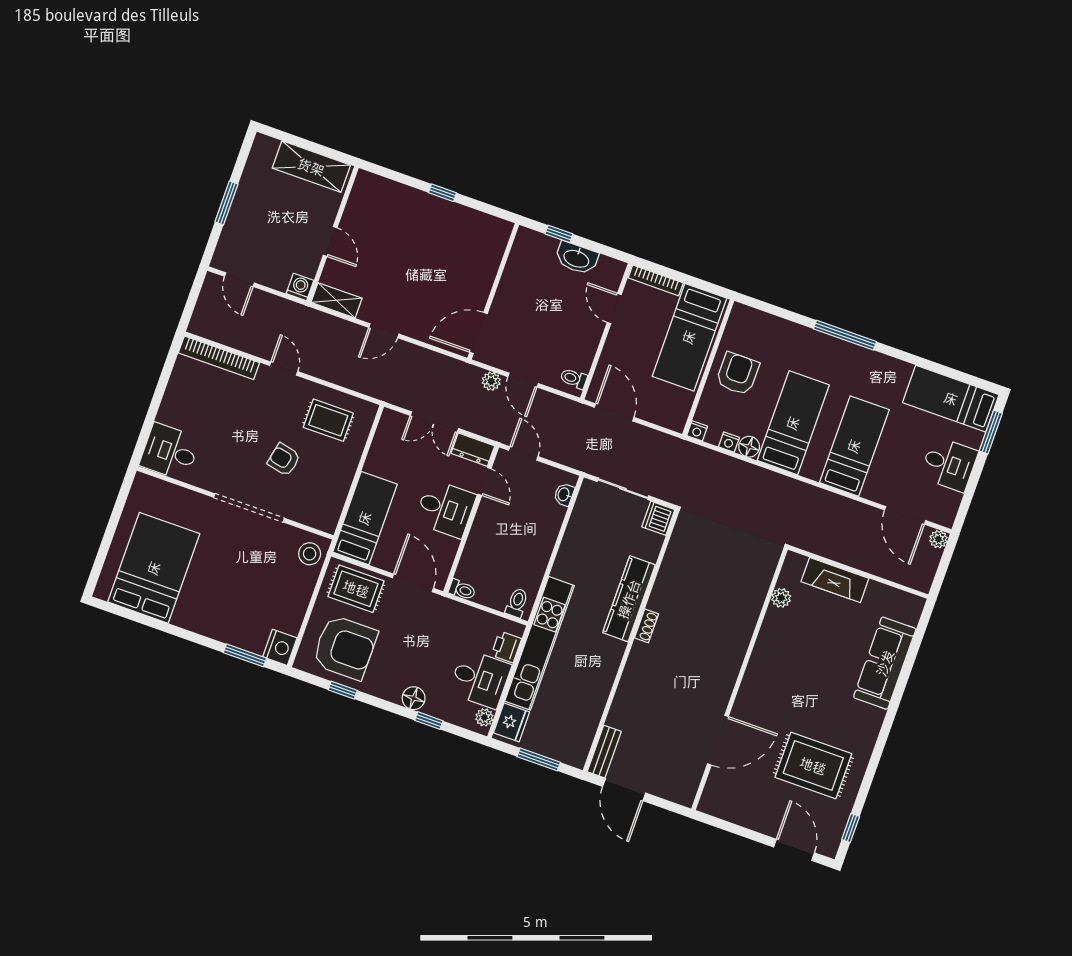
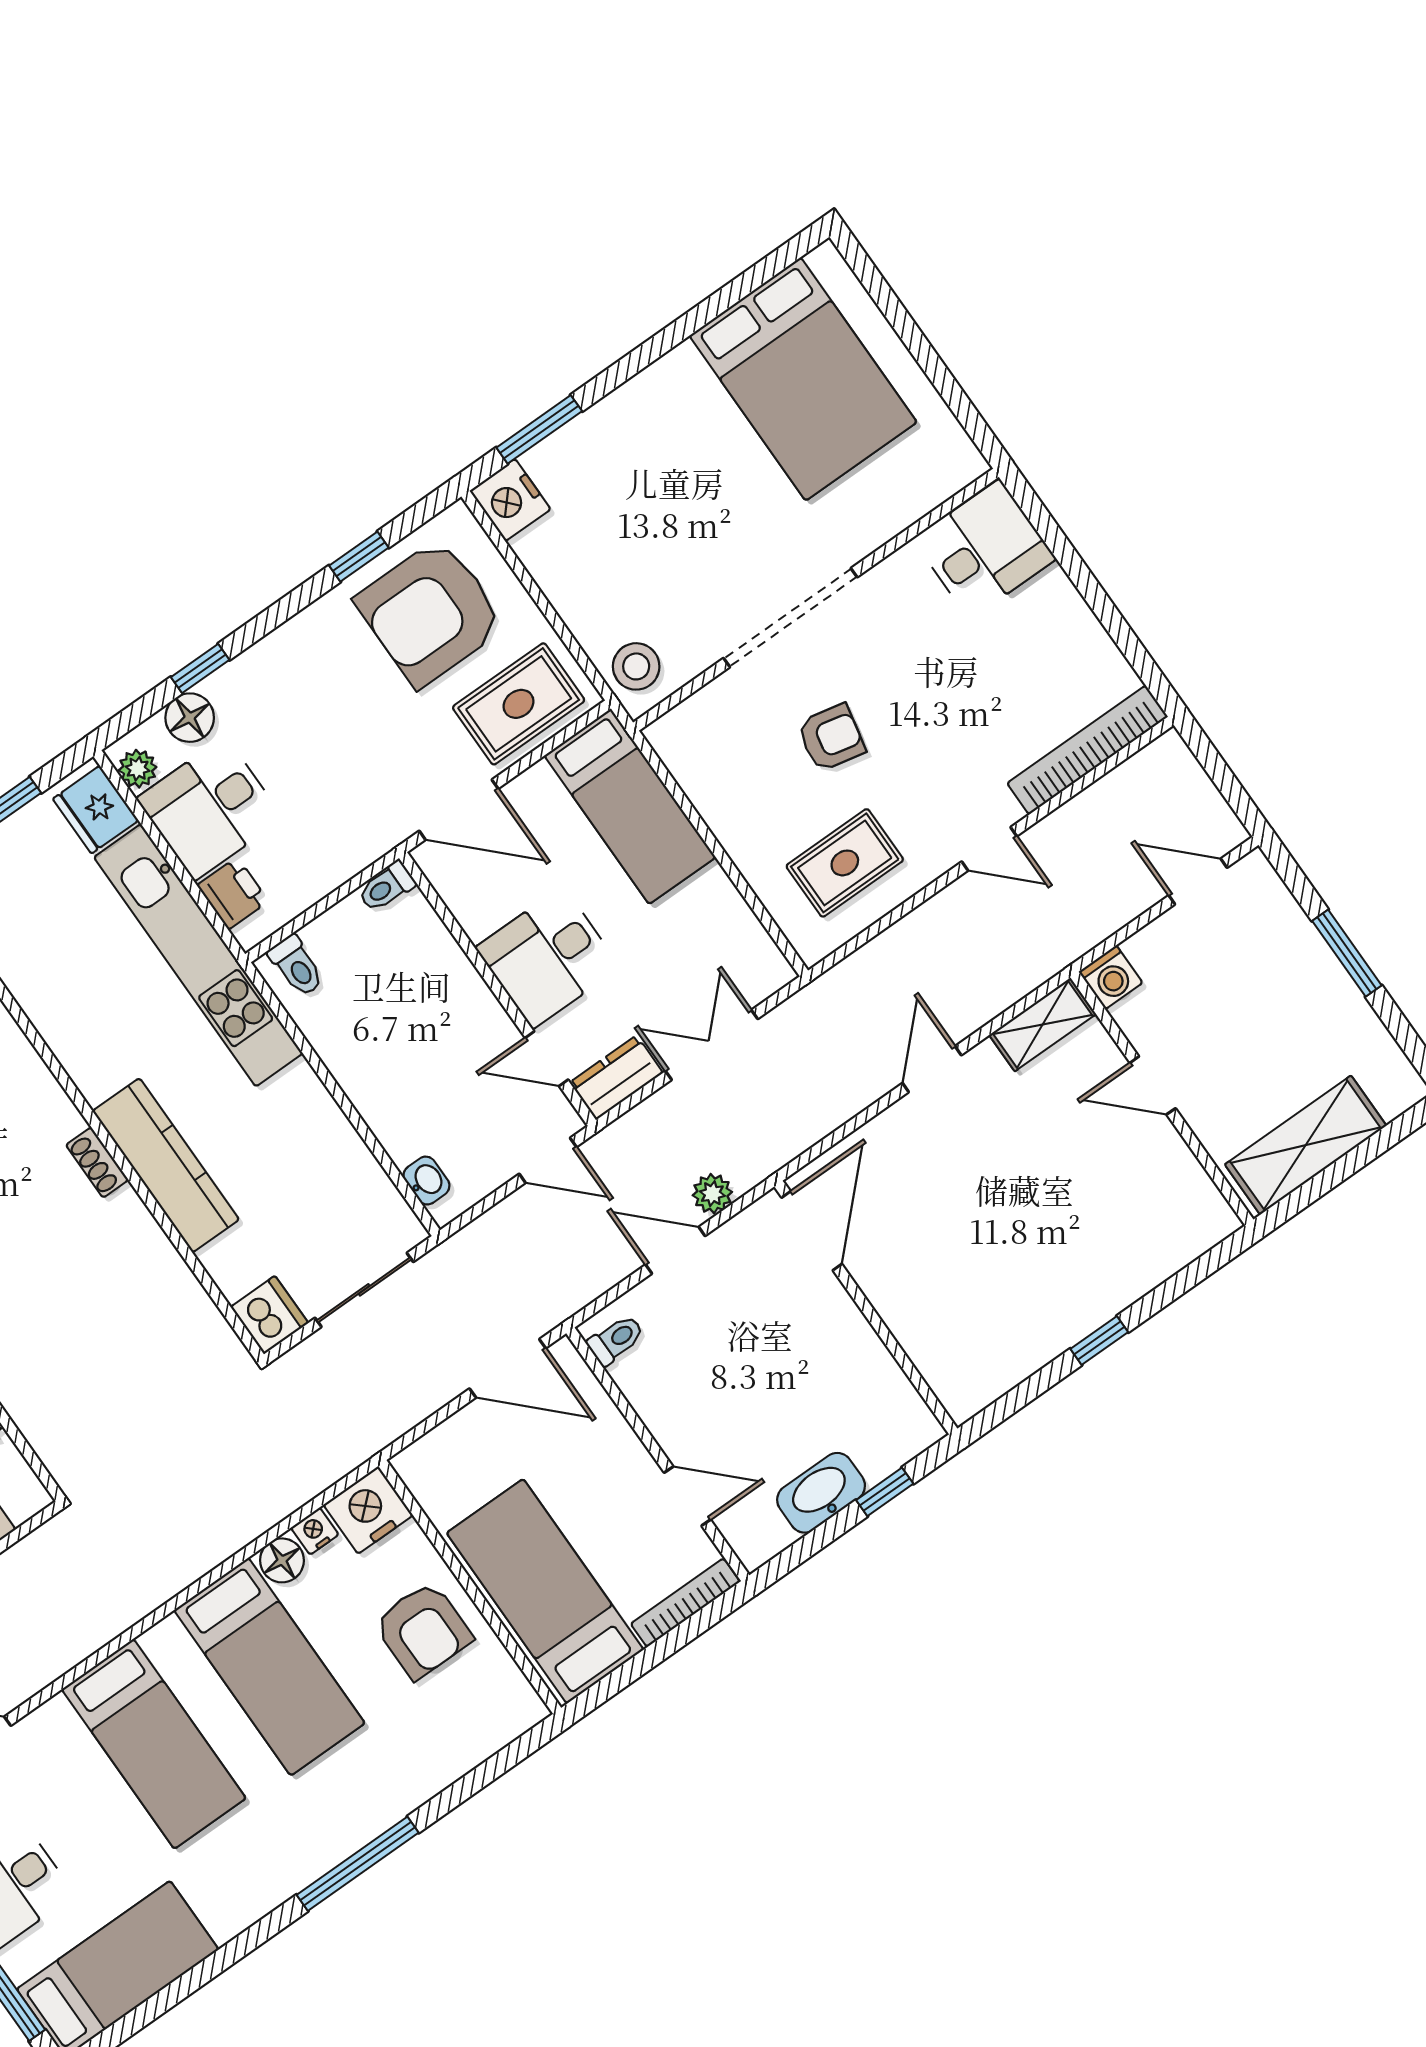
nightstand: (697, 431) -> (368, 1510), width x1.89, depth x1.79
floor lamp: (414, 698) -> (190, 718), moved

